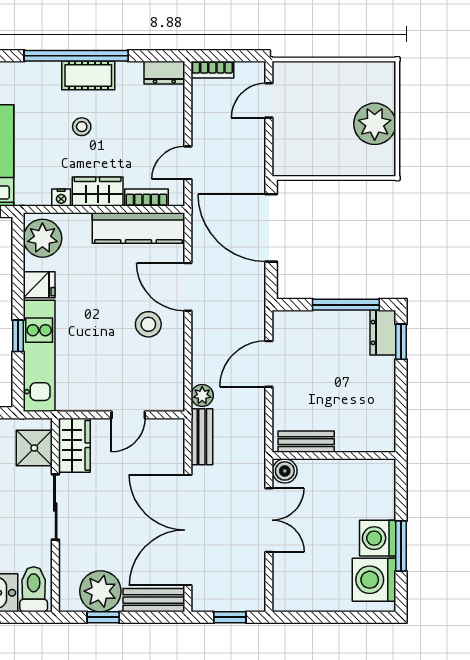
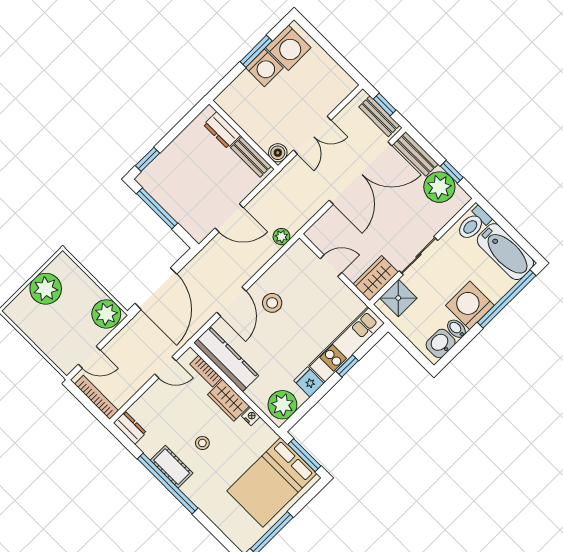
bookcase: (212, 70) -> (97, 397), width x1.56
plant: (294, 157) -> (106, 314), added
dresser: (383, 333) -> (222, 130), moved, turned 90
bench: (202, 437) -> (379, 116), moved, turned 90
double door: (269, 520) -> (312, 135), swing flipped

